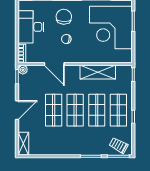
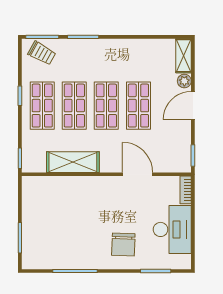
corner desk: (111, 27) -> (53, 229), removed
chair: (66, 39) -> (120, 211), removed
plant: (23, 70) -> (184, 81), moved

